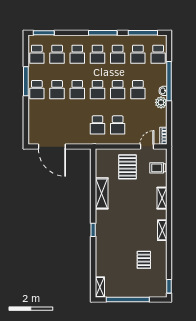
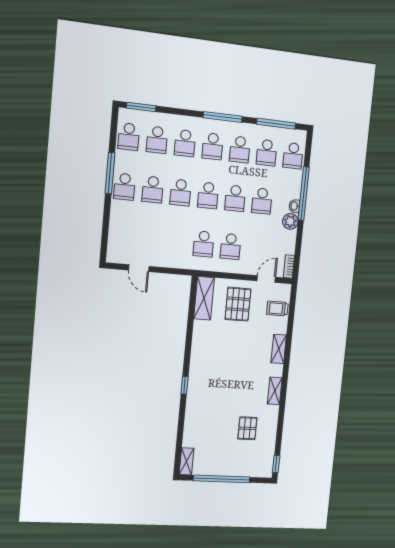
door: (52, 147) -> (139, 268), width x0.53
shelving: (102, 193) -> (204, 298), moved

